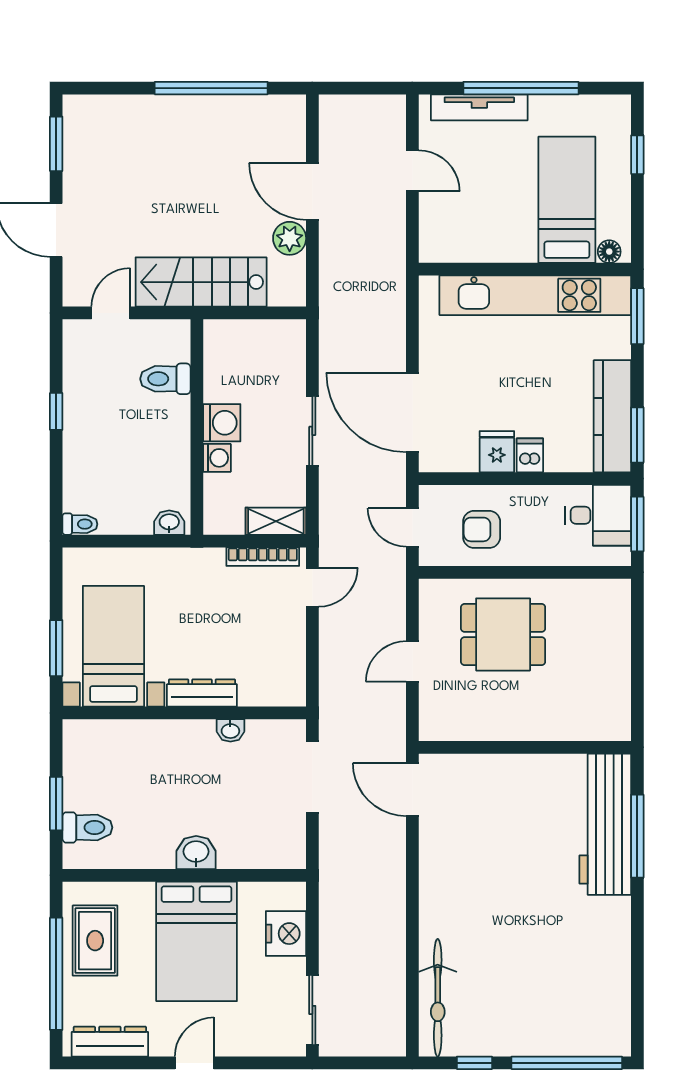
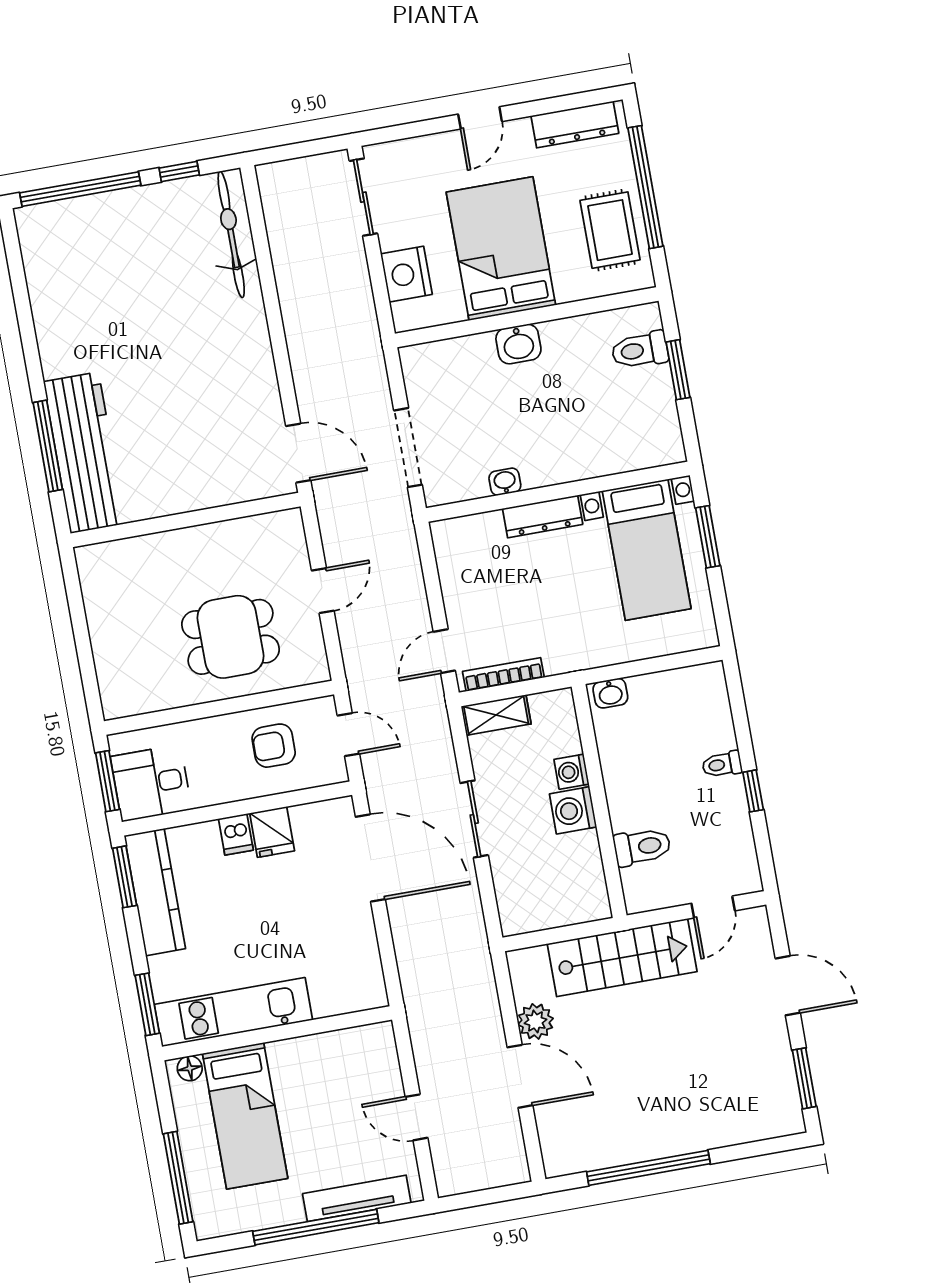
window: (637, 155) -> (178, 1178), width x2.17
kitchen unit: (535, 295) -> (233, 1012), width x0.73
toilet: (80, 524) -> (722, 764), moved
armchair: (482, 529) -> (274, 746), turned 180

